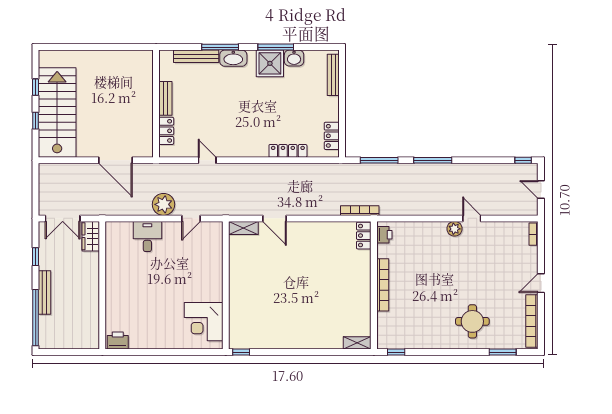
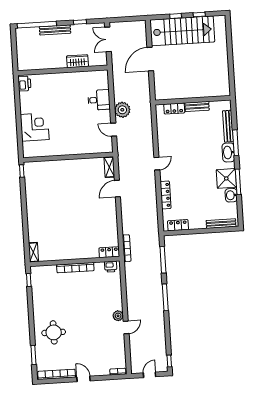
door: (115, 160) -> (150, 59), moved
door: (207, 160) -> (157, 164), moved
wardrobe: (91, 236) -> (77, 61), moved
corner desk: (204, 322) -> (35, 127), moved, turned 90

